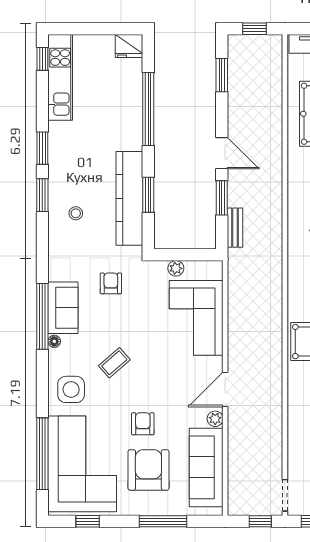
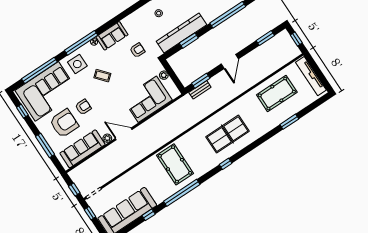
window: (222, 198) -> (201, 81), moved
window: (42, 316) -> (81, 43), moved

